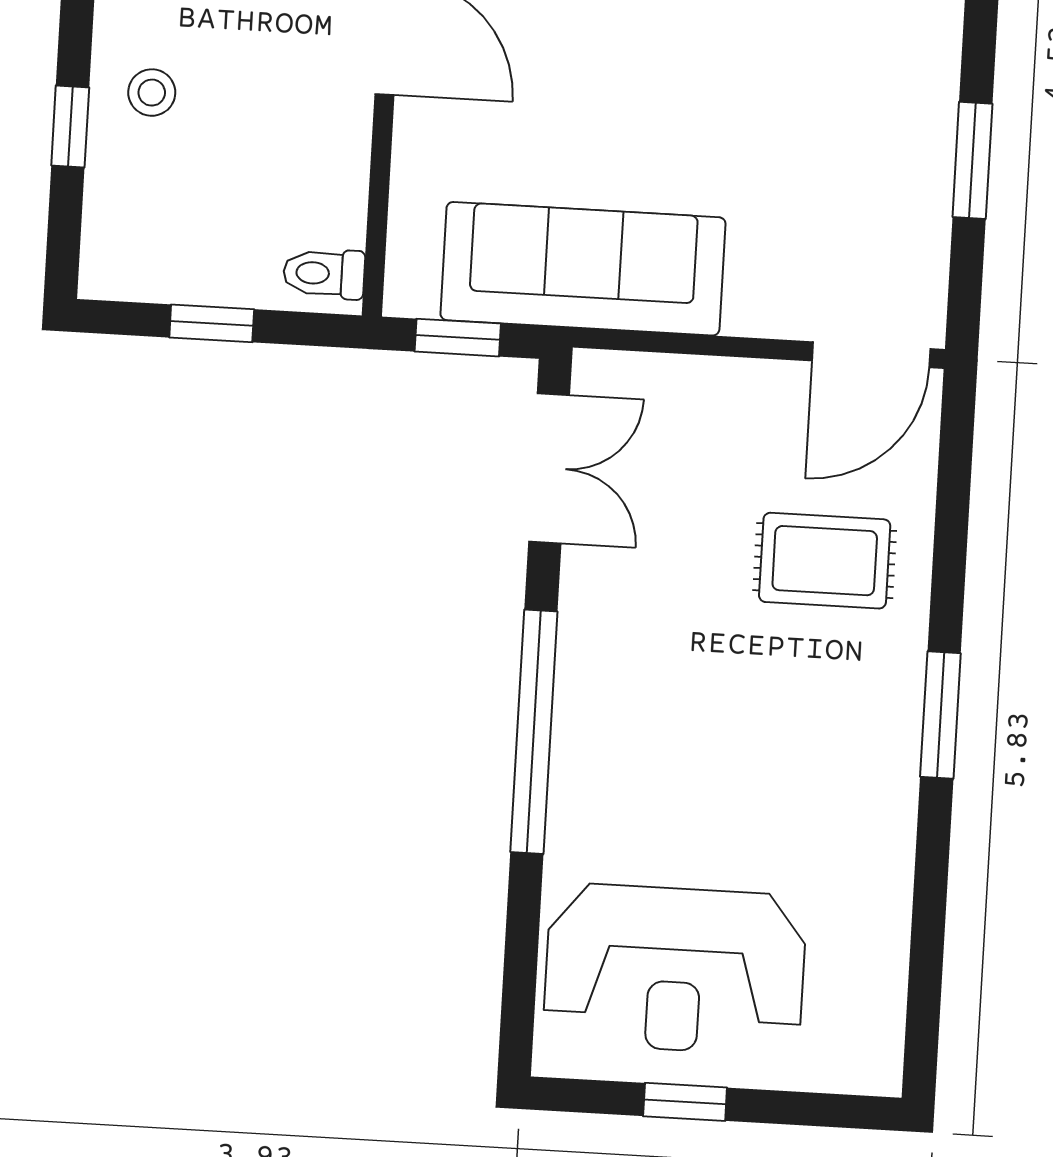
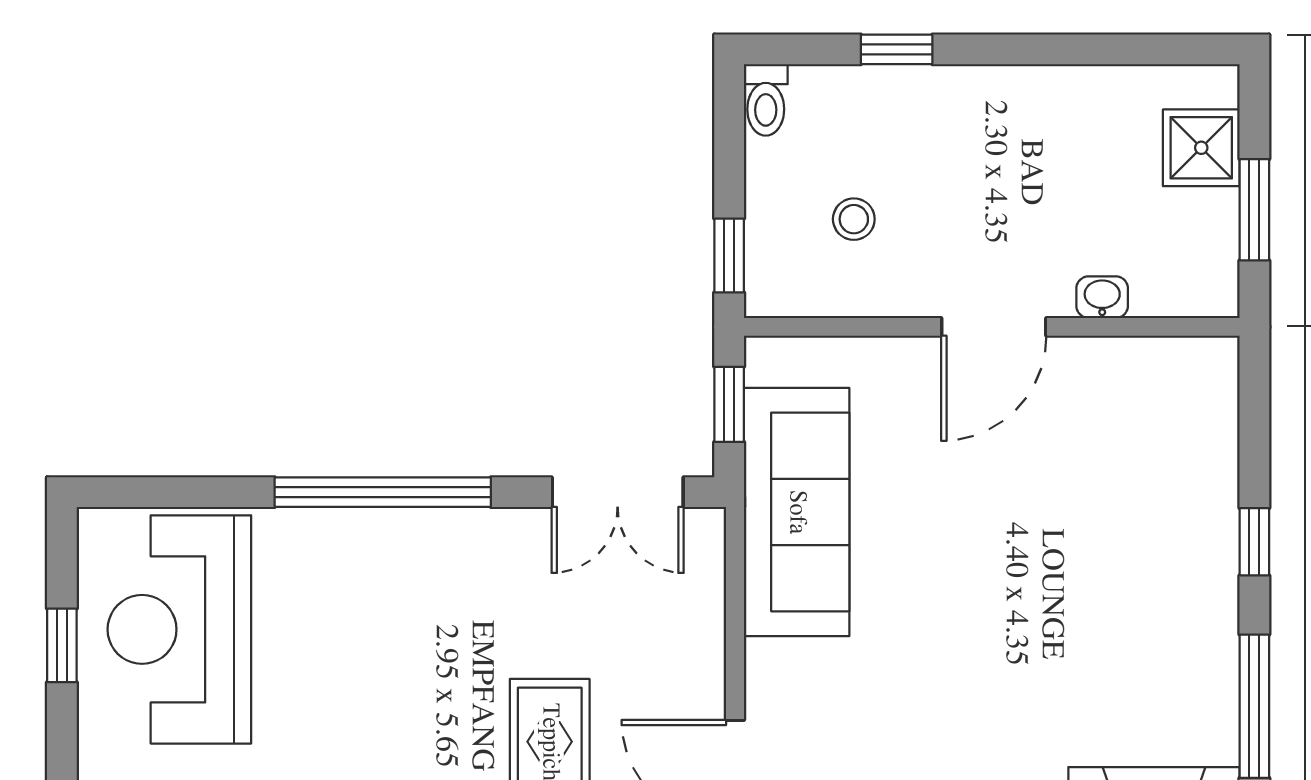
stool: (152, 93) -> (854, 219), moved
toilet: (324, 274) -> (766, 100), moved, turned 180
window: (212, 323) -> (729, 255), moved

